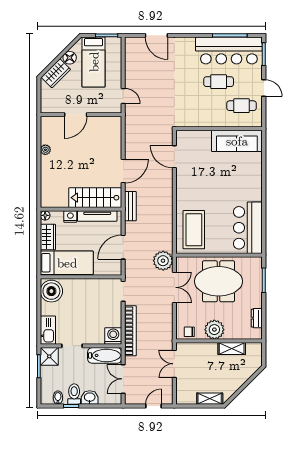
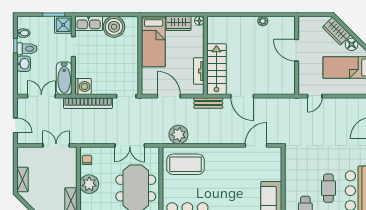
tv unit: (97, 216) -> (199, 71), width x0.71
nightstand: (70, 217) -> (198, 45), removed
plant: (163, 261) -> (178, 135), moved
boiler: (51, 291) -> (114, 27), moved

